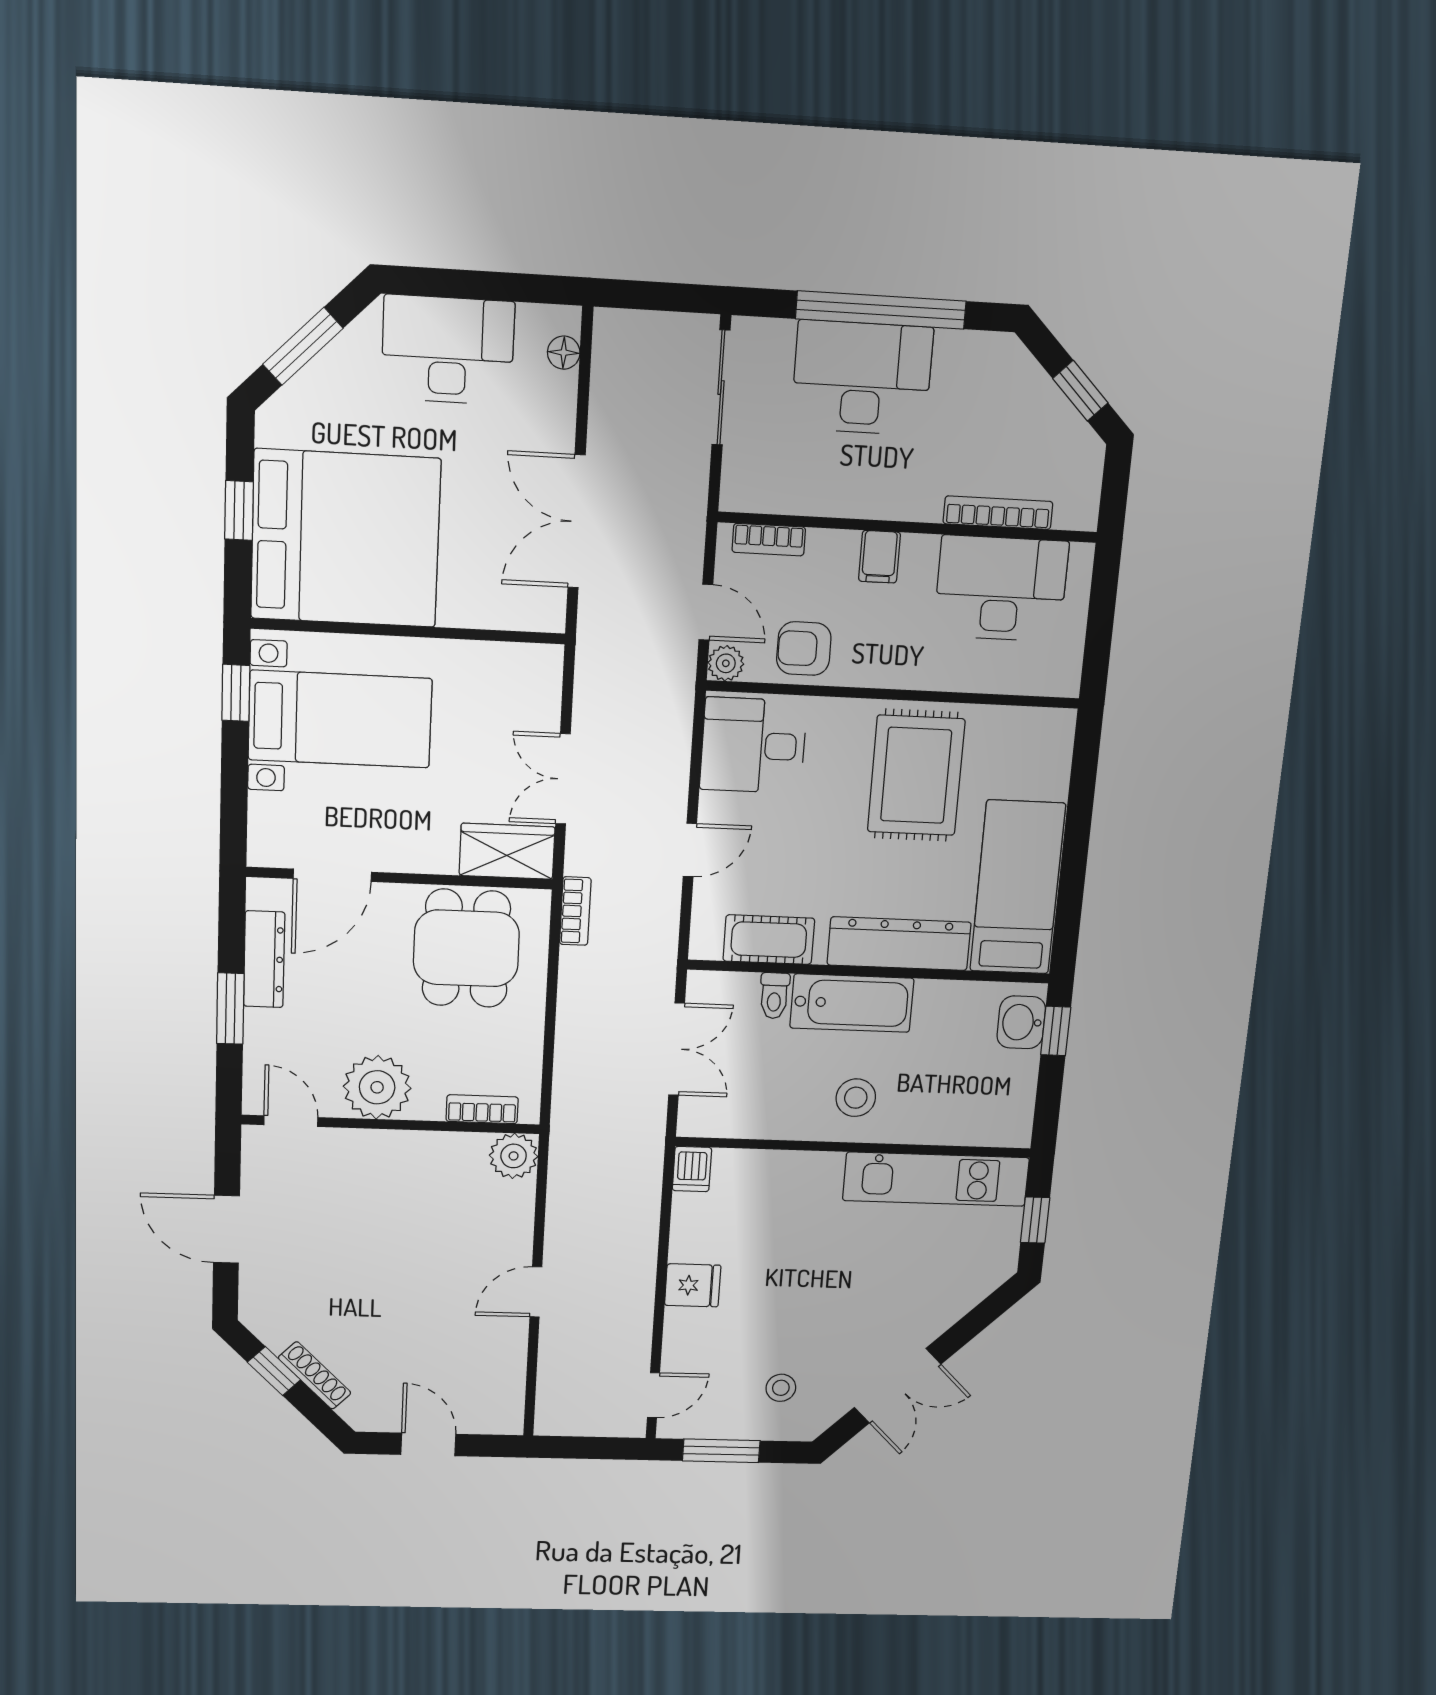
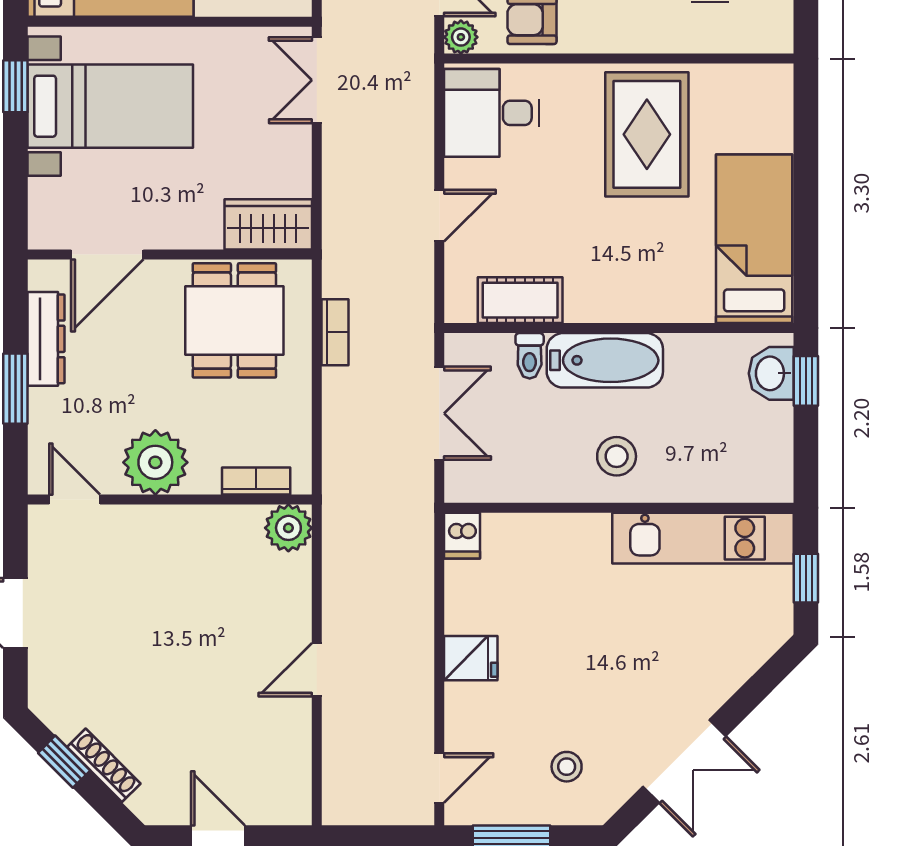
double door: (563, 779) -> (317, 80), moved
bookcase: (575, 911) -> (335, 332), moved
dresser: (899, 944) -> (645, 299), removed

